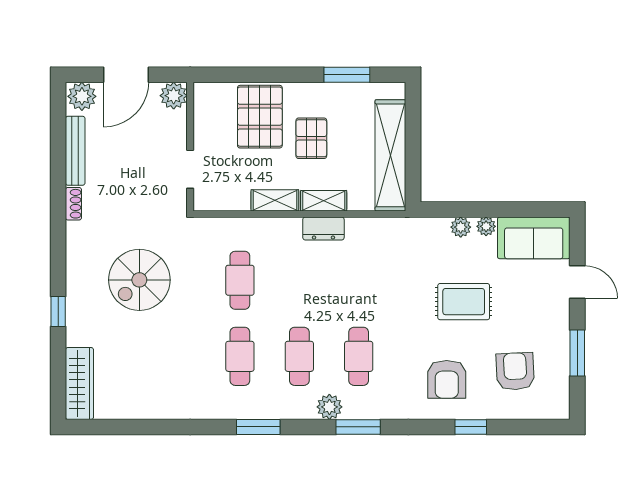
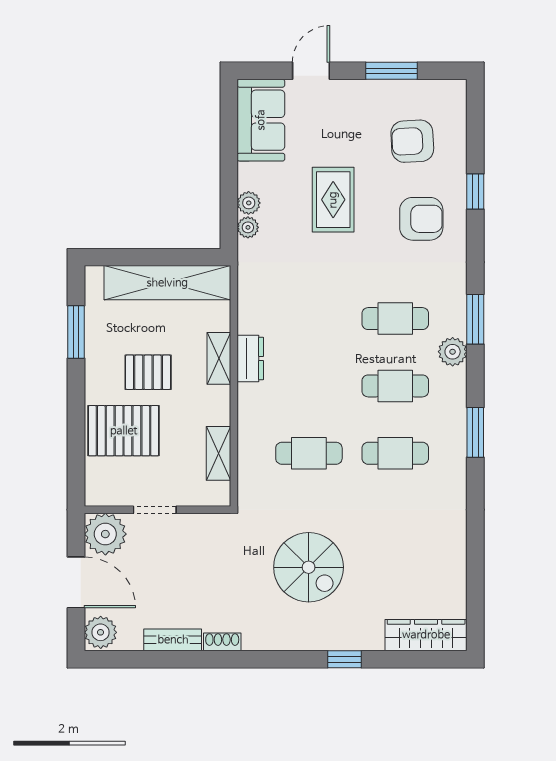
plant: (174, 96) -> (105, 534), width x1.36, depth x1.36
bench: (75, 151) -> (173, 640), width x0.73
doorway: (190, 169) -> (155, 510), moved
shelving: (275, 200) -> (218, 453), moved
plant: (486, 226) -> (248, 227), moved

